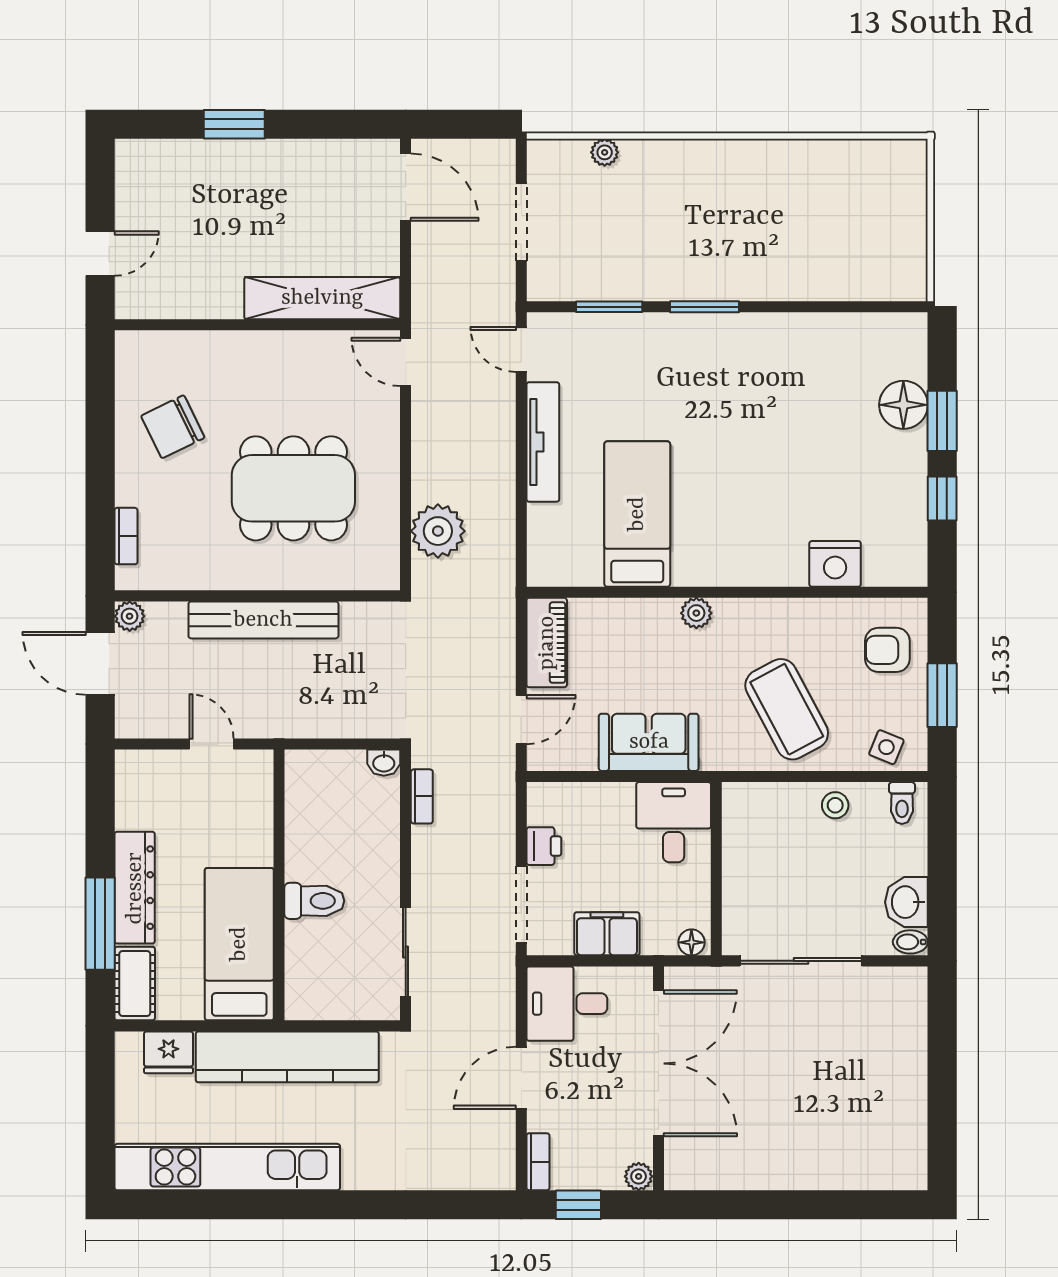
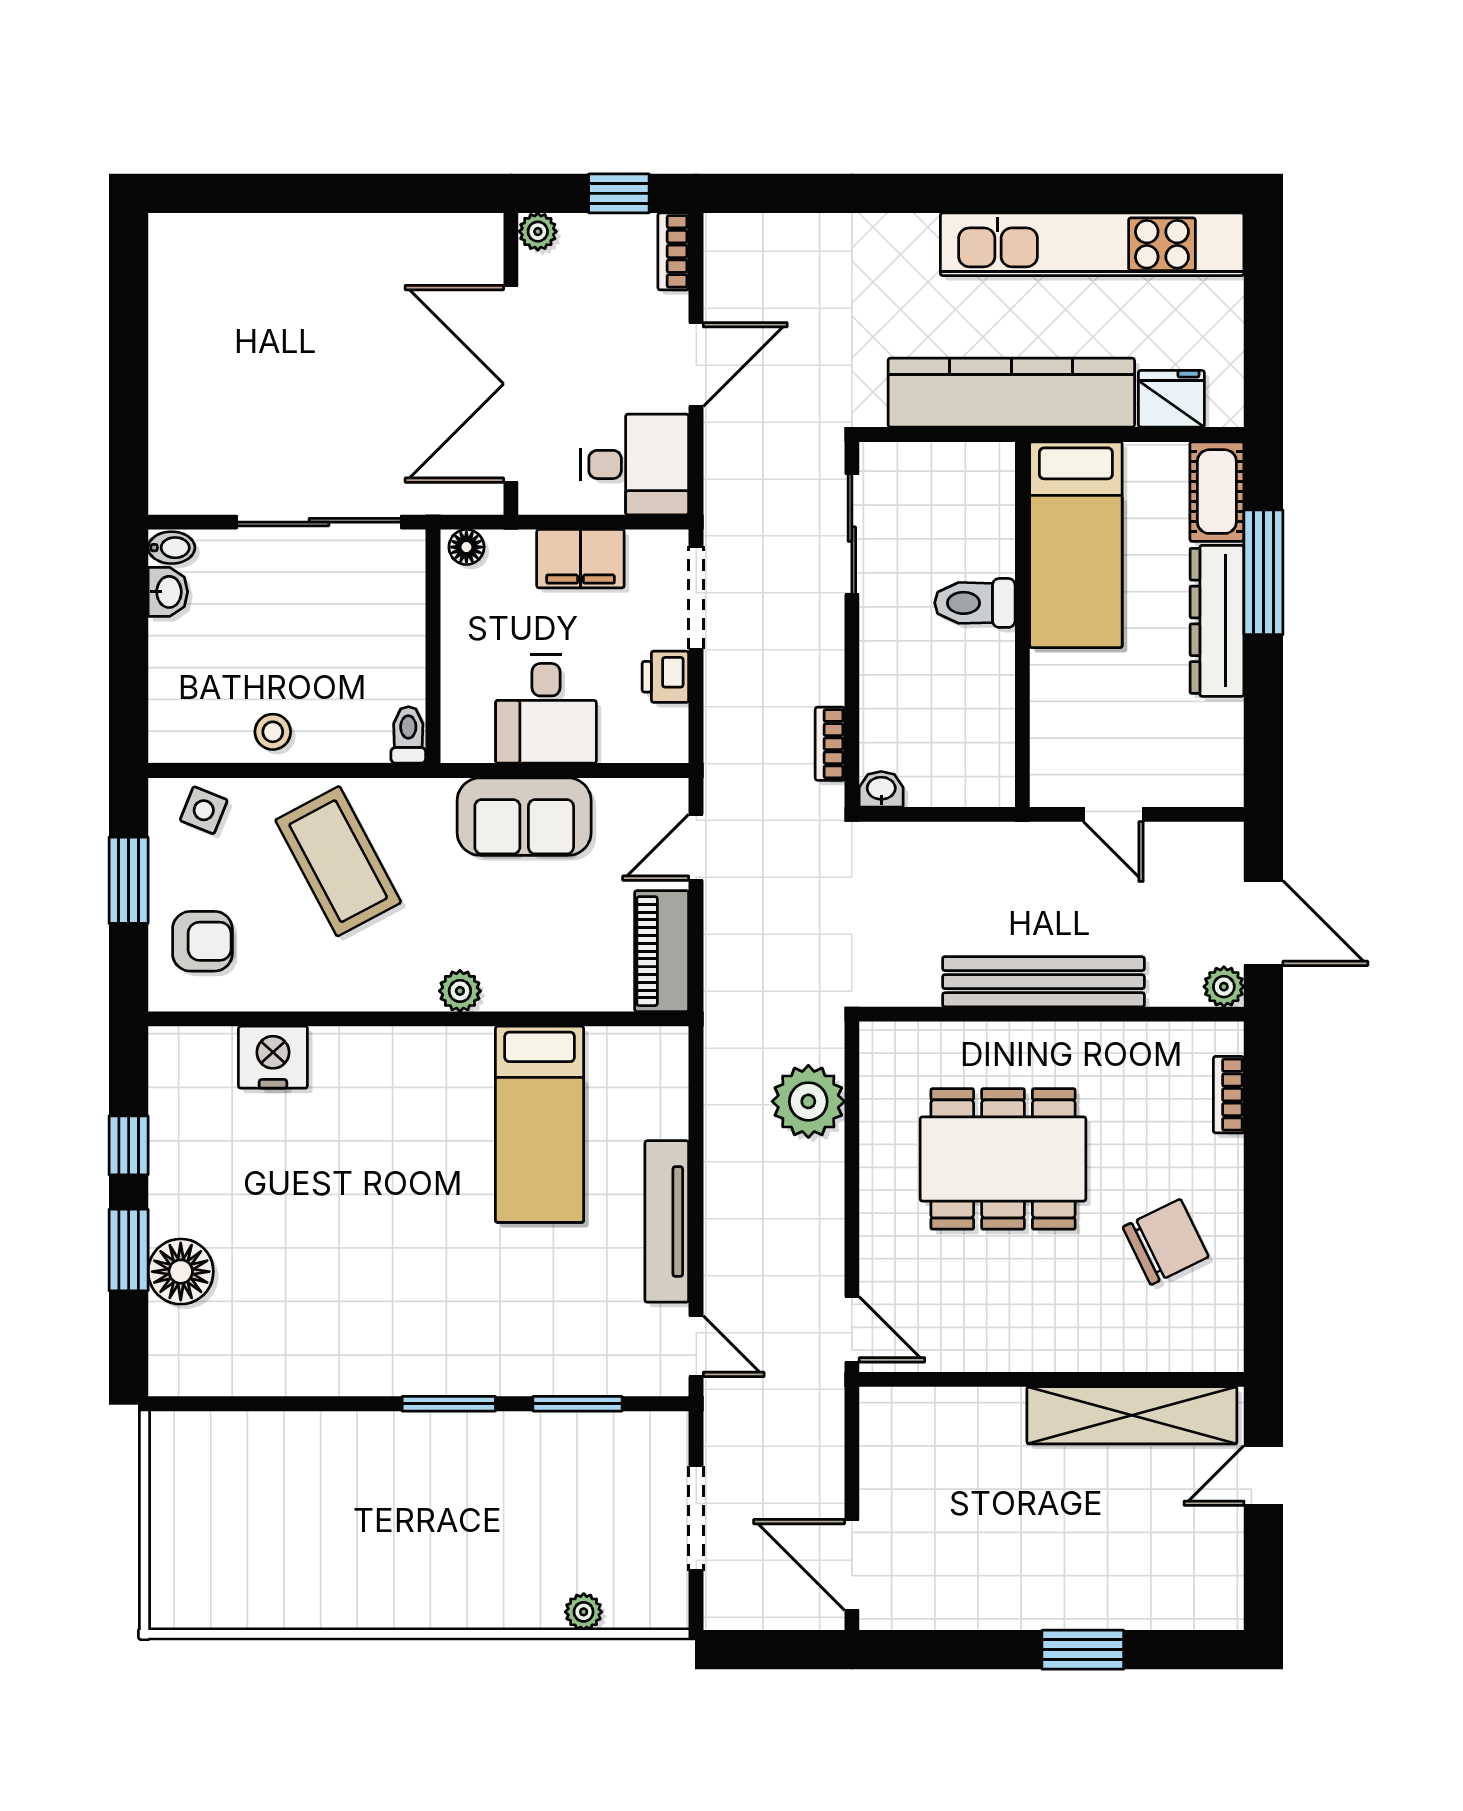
shelving: (322, 298) -> (1132, 1415), moved
toilet: (902, 803) -> (408, 735), moved
desk: (674, 822) -> (546, 709), moved
washbasin: (906, 902) -> (168, 592), width x0.72, depth x0.69

